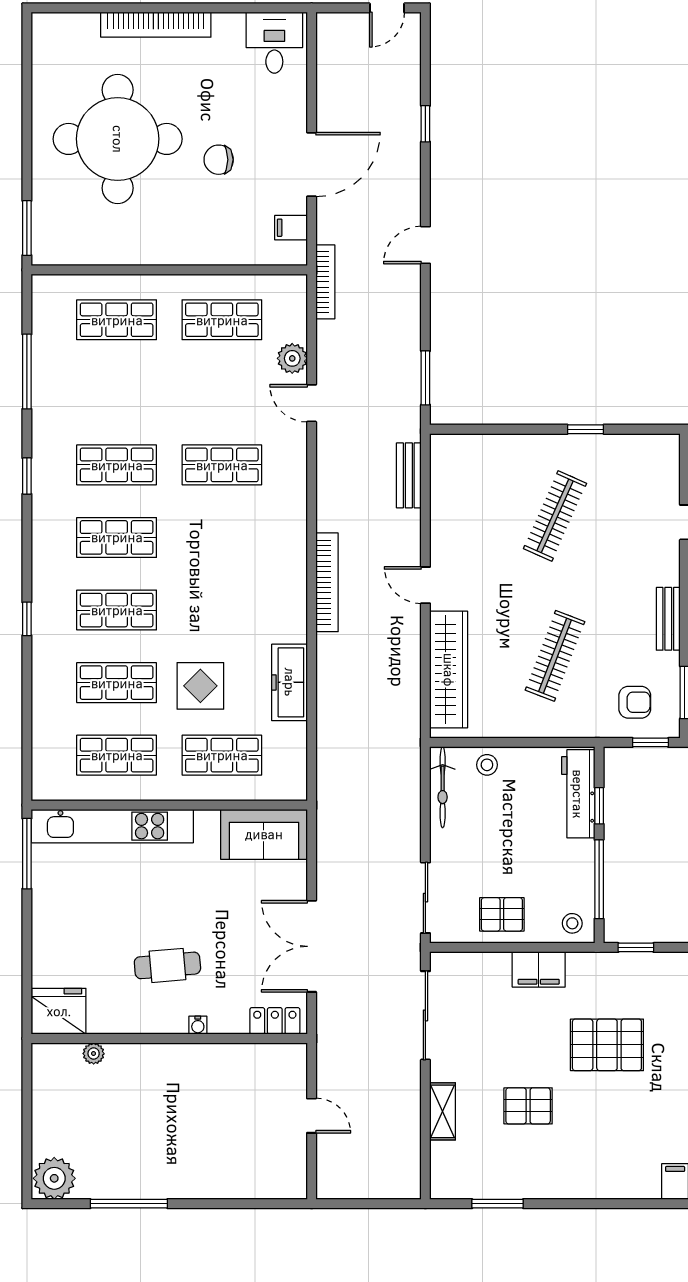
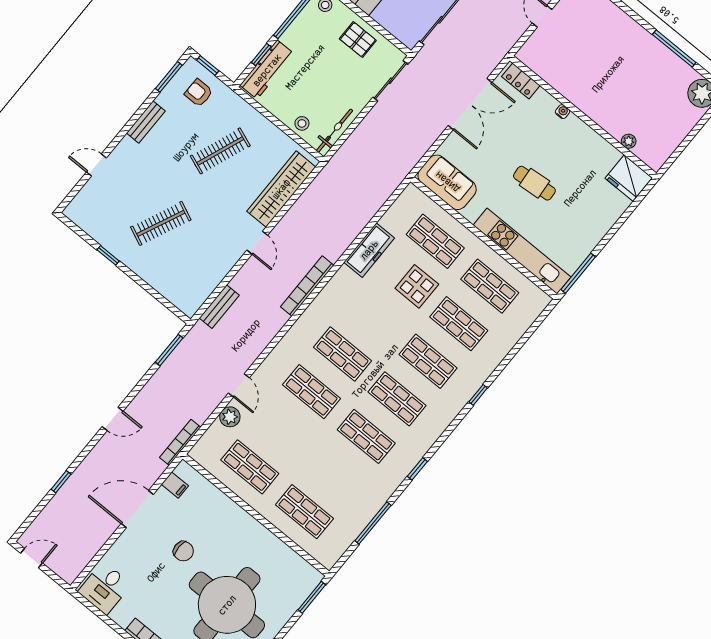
shop shelf: (222, 537) -> (342, 354), added
cafe table: (167, 965) -> (534, 183), moved

